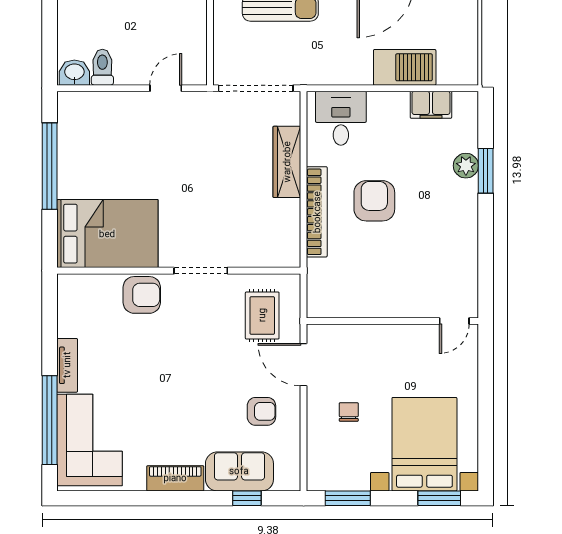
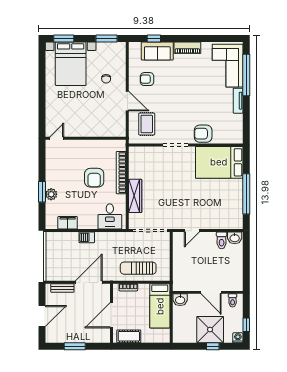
barbecue: (405, 67) -> (87, 237), width x0.53, depth x0.65
wall: (392, 321) -> (86, 138), moved
door: (454, 321) -> (57, 138), moved

